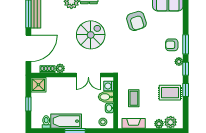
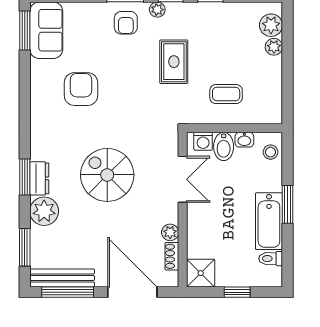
armchair: (136, 21) -> (81, 89), turned -72
rug: (170, 93) -> (174, 62), moved
fireplace: (134, 123) -> (273, 94), removed

